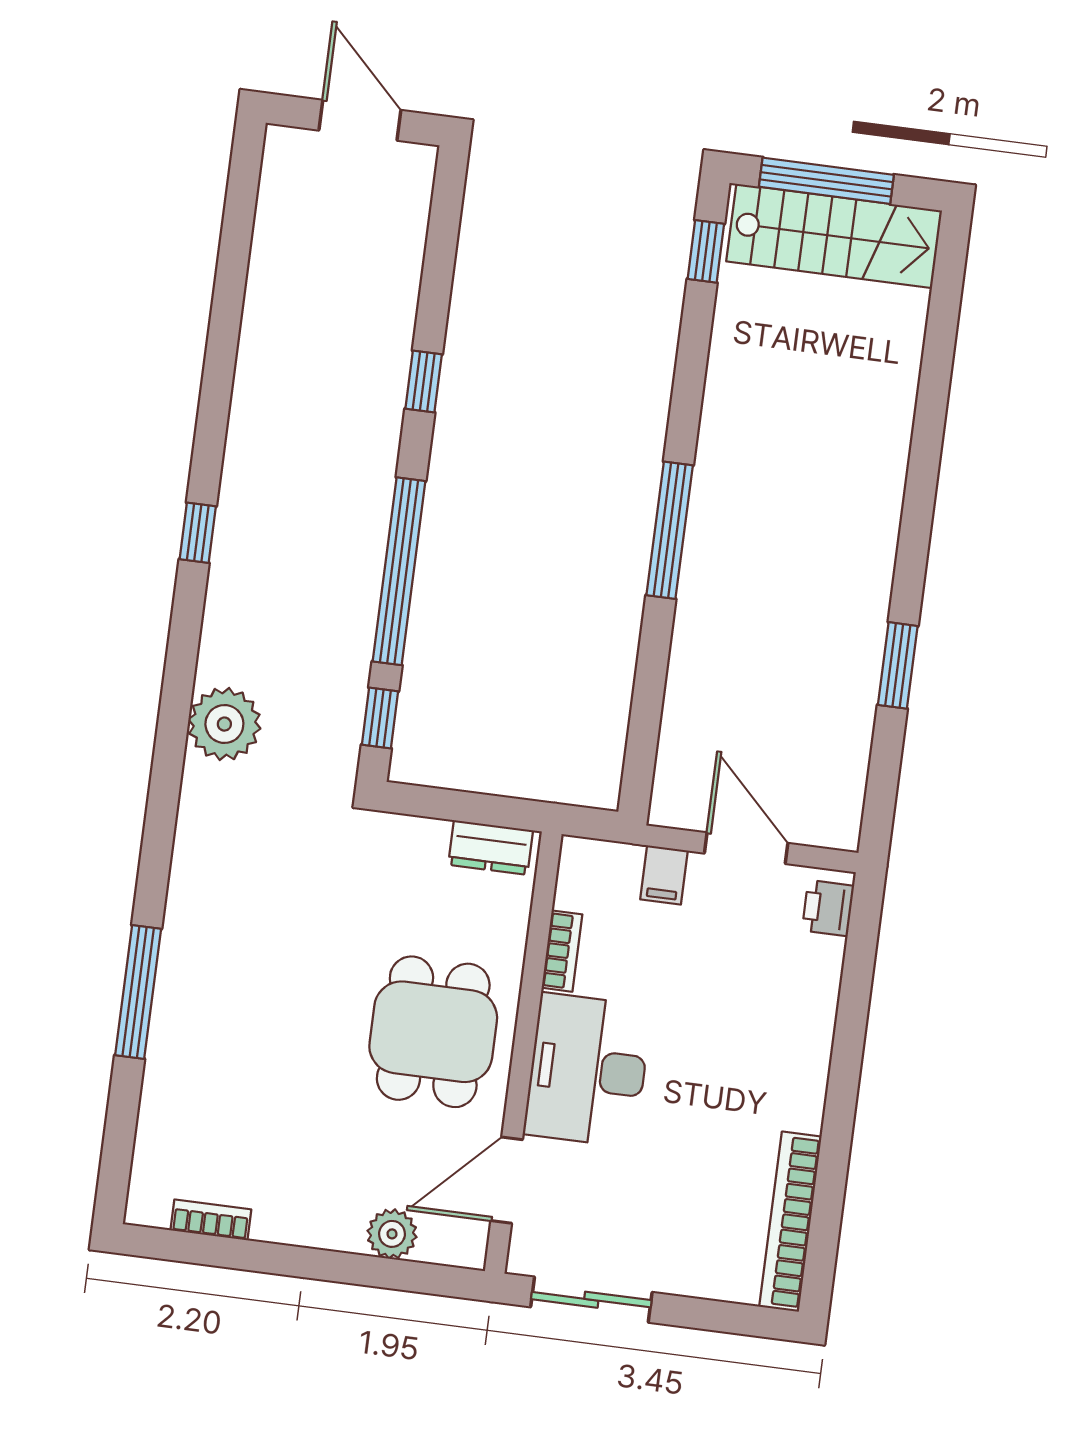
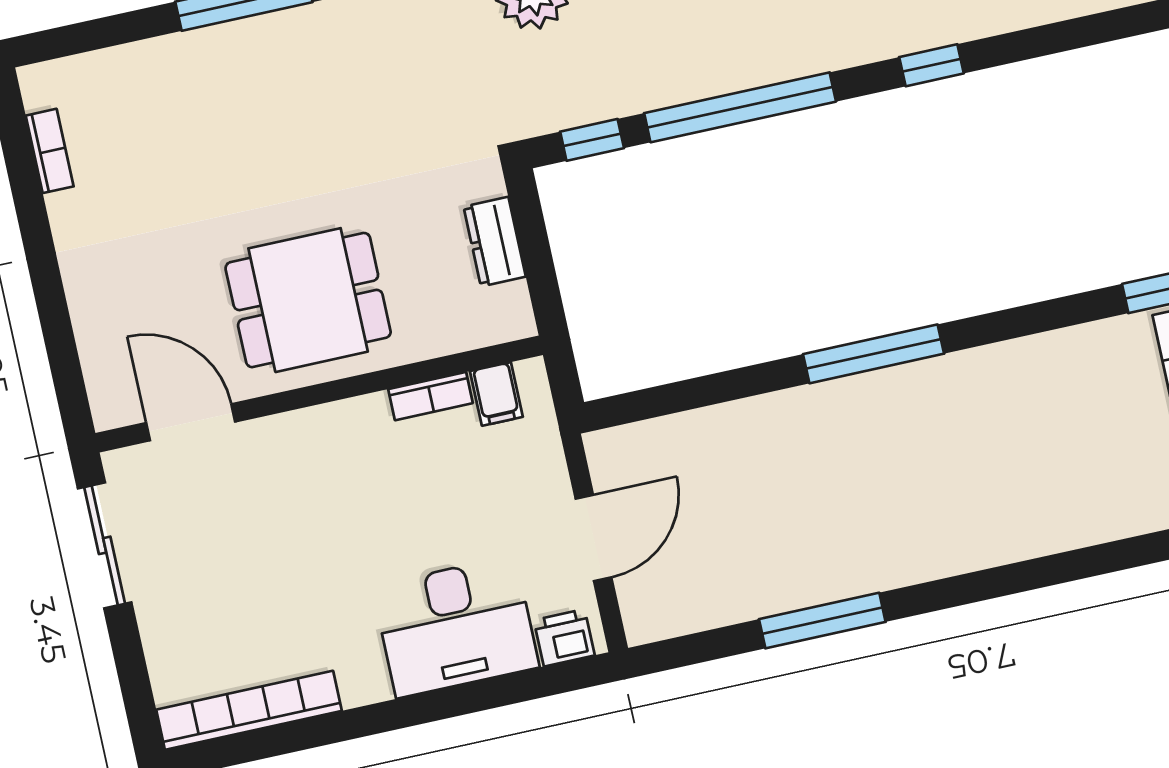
window: (898, 665) -> (822, 621), width x1.44
dresser: (491, 848) -> (495, 242), moved
filing cabinet: (664, 875) -> (496, 394), moved, turned -90
desk: (588, 1070) -> (456, 627), moved, turned 180
plant: (392, 1234) -> (99, 330), removed

